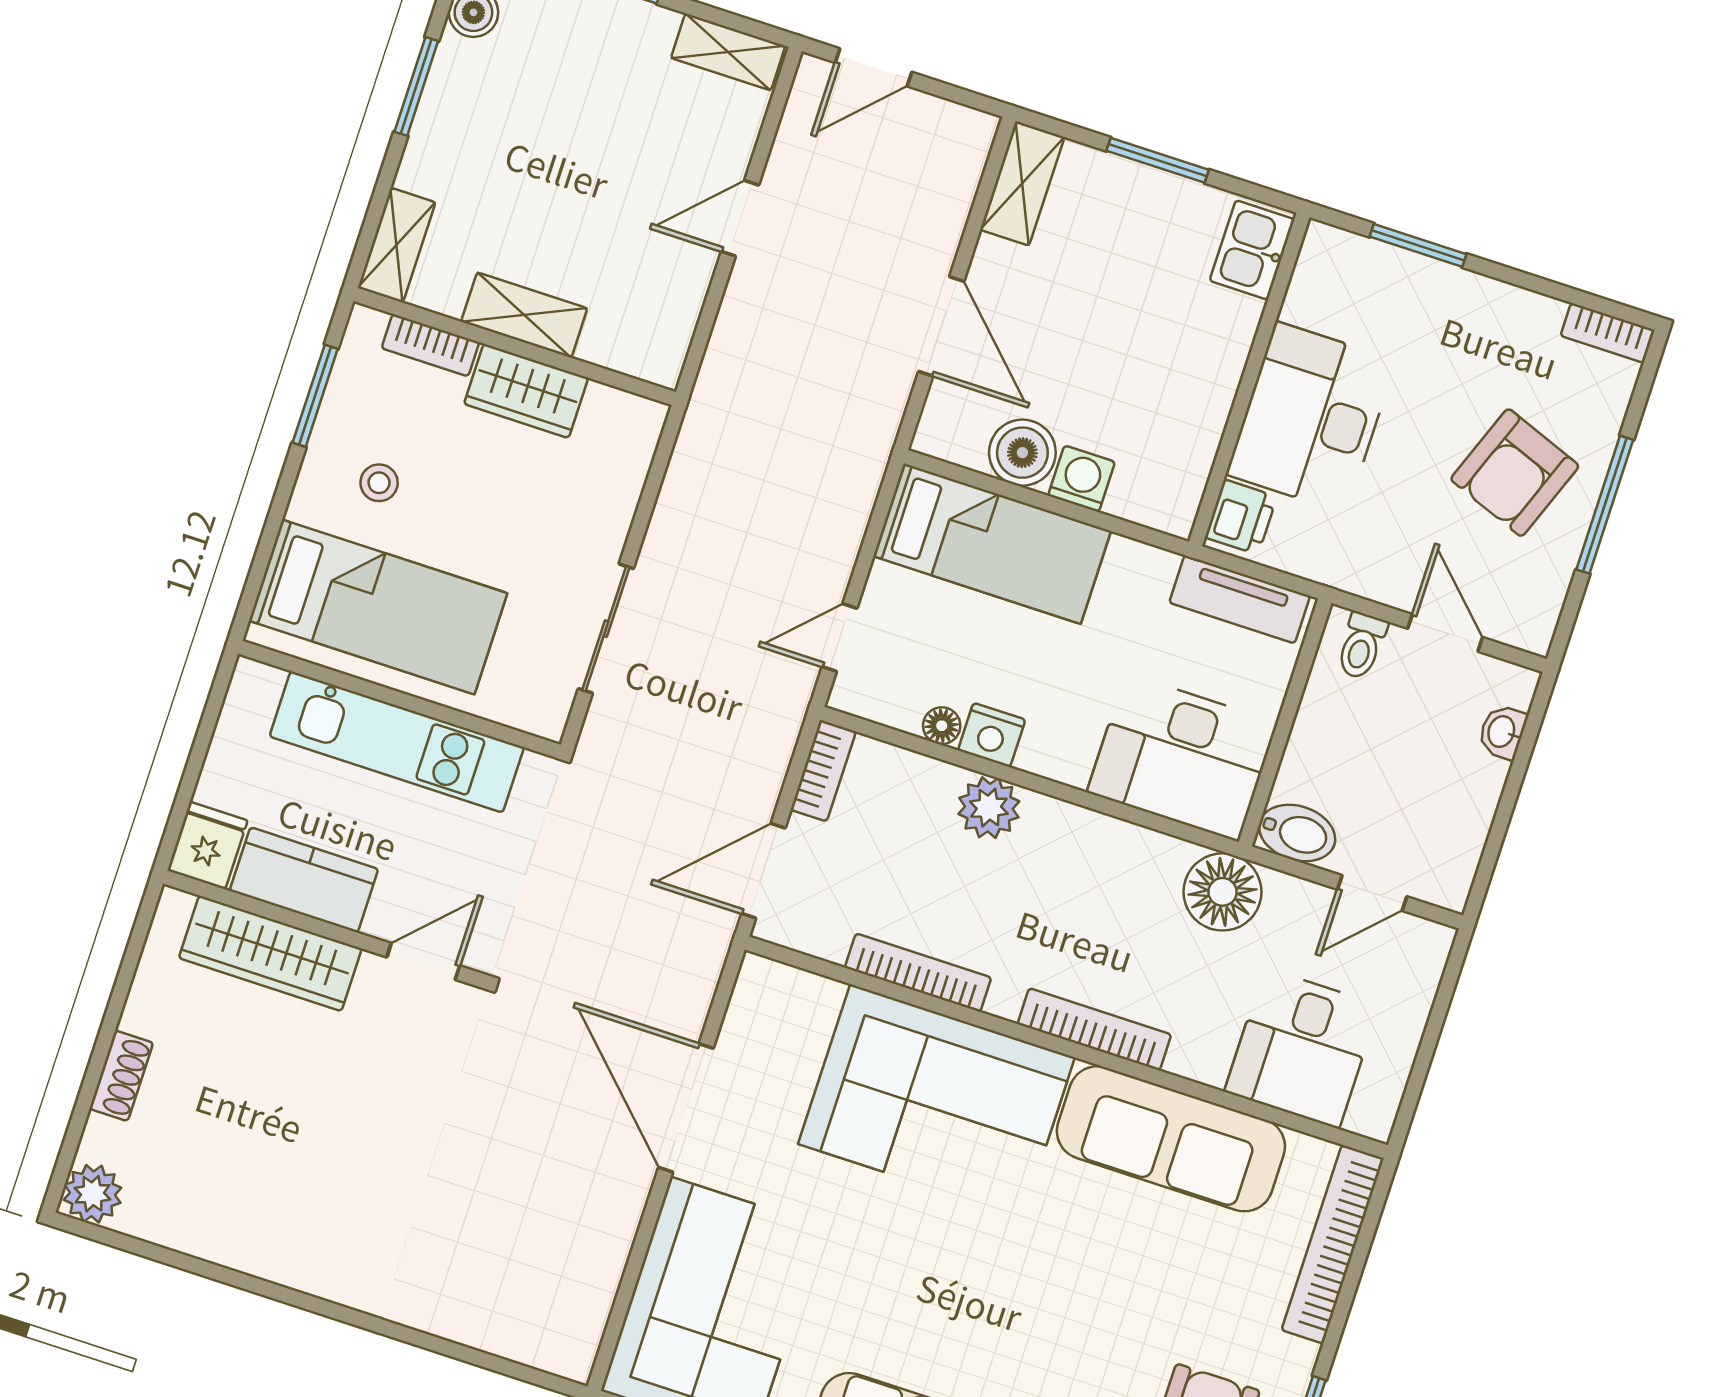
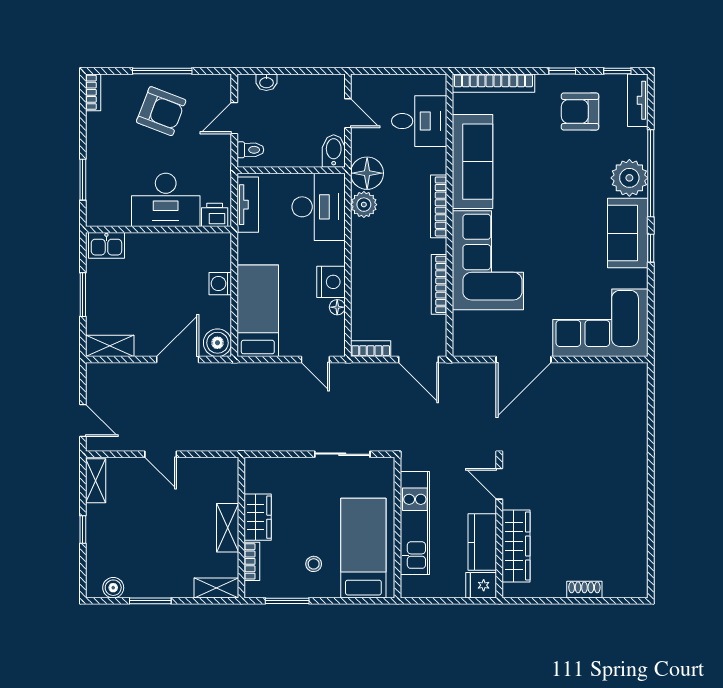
boiler: (1022, 453) -> (217, 343), moved
nightstand: (992, 735) -> (331, 282), width x1.36, depth x1.33
plant: (989, 808) -> (364, 205), moved
plant: (92, 1194) -> (635, 586), removed

